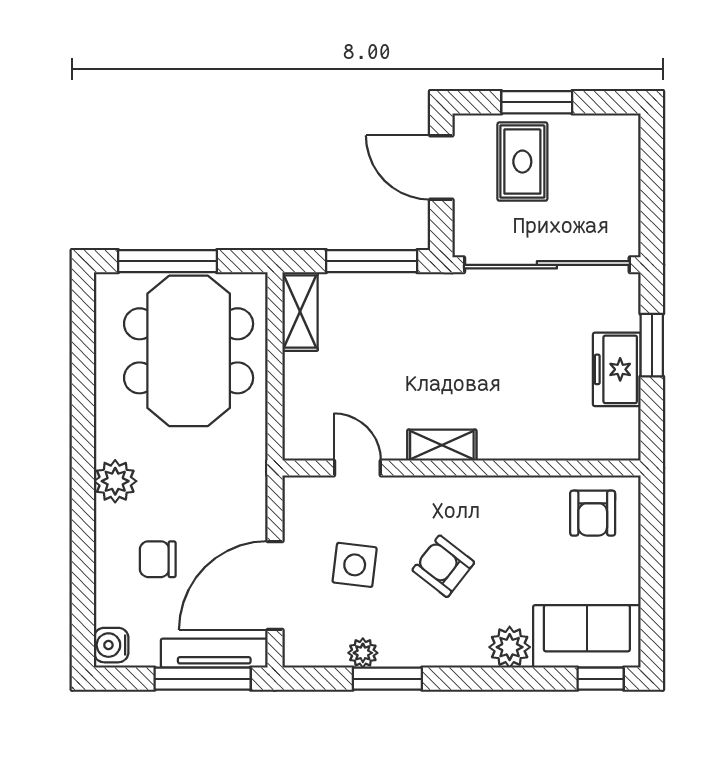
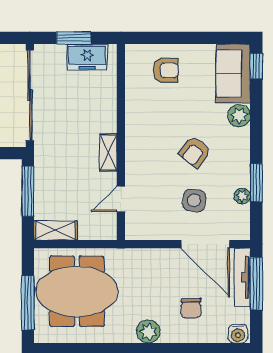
shelving: (442, 445) -> (108, 153), moved
door: (357, 468) -> (121, 199), moved
wall: (462, 468) -> (121, 142), moved

